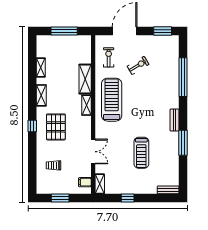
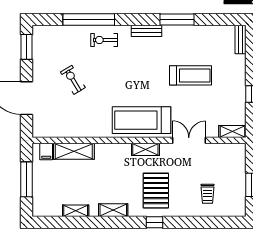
exercise bike: (109, 57) -> (104, 40), moved
shelving: (85, 79) -> (74, 151), moved
treadmill: (112, 100) -> (142, 120), moved
shelving: (86, 105) -> (145, 149), moved
pallet: (56, 127) -> (156, 191), turned 90
filing cabinet: (85, 182) -> (46, 151), moved

